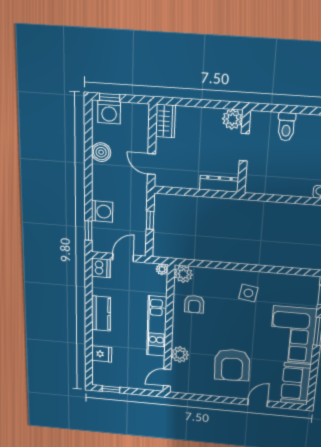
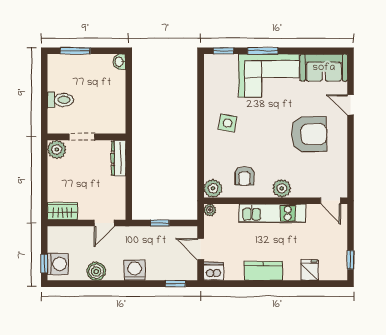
washing machine: (102, 211) -> (135, 270), moved
armchair: (194, 304) -> (244, 176), turned 90
plant: (180, 354) -> (282, 188), moved

